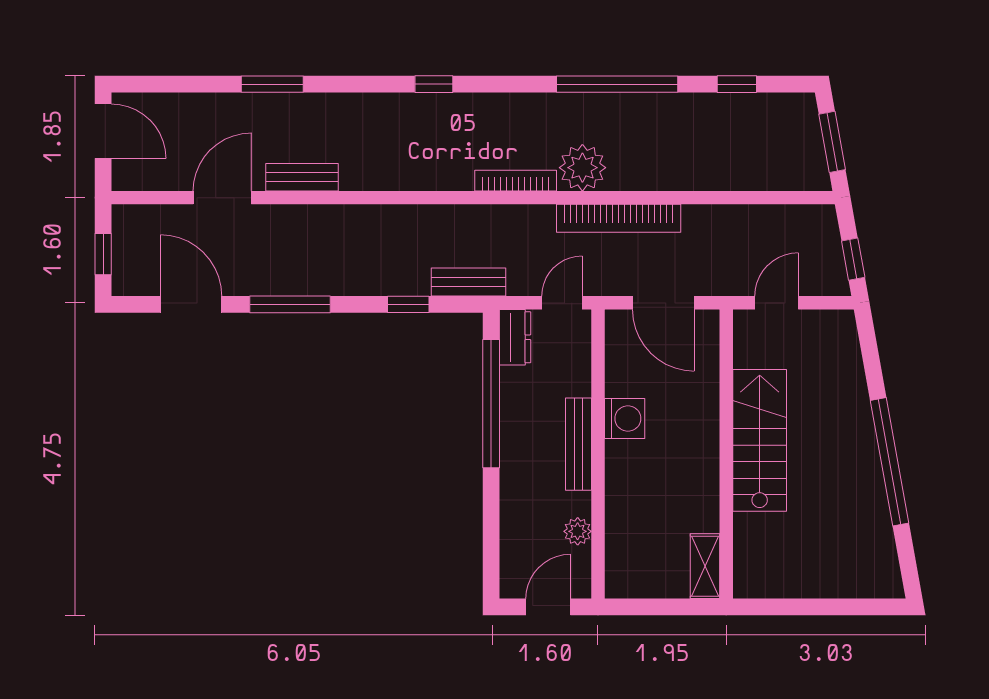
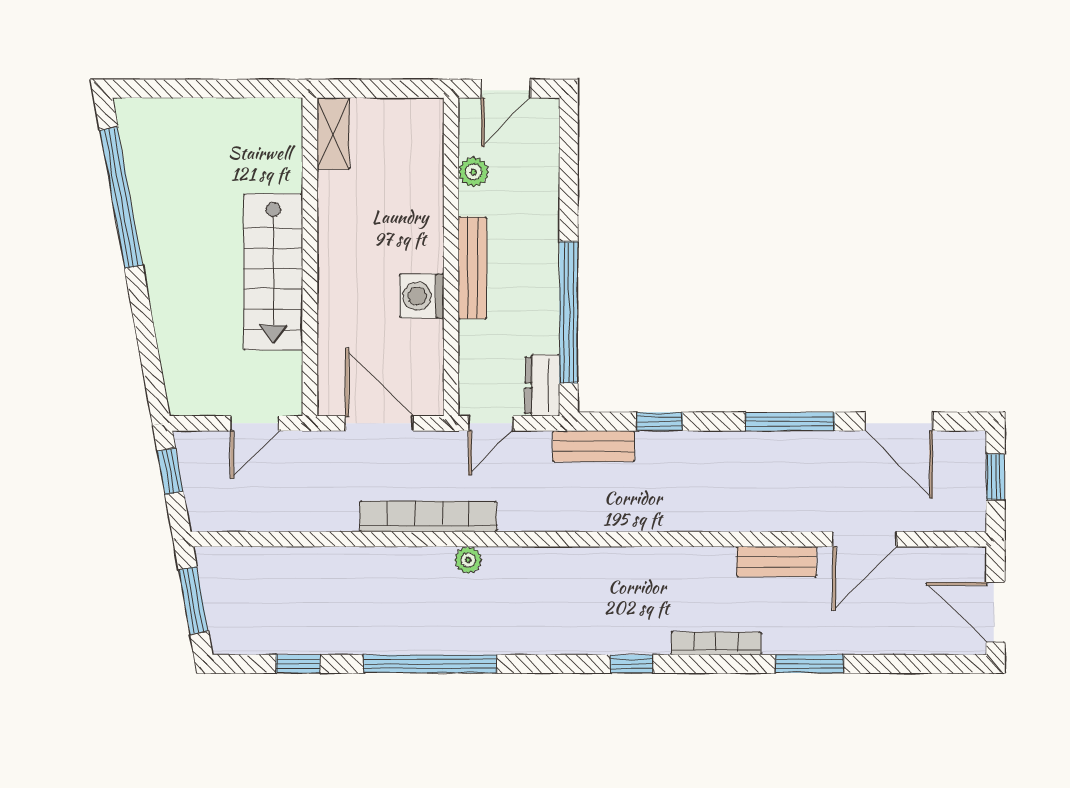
plant: (582, 168) -> (468, 560), width x0.53, depth x0.53
bookcase: (516, 181) -> (716, 643), moved, turned 180
window: (890, 462) -> (121, 198), moved

